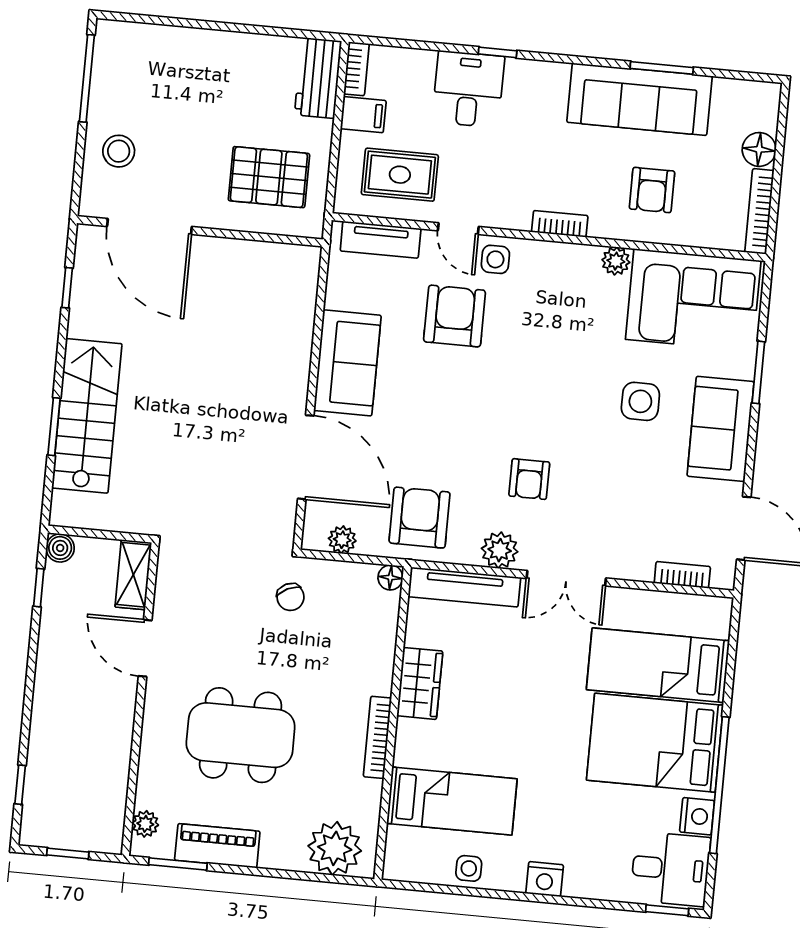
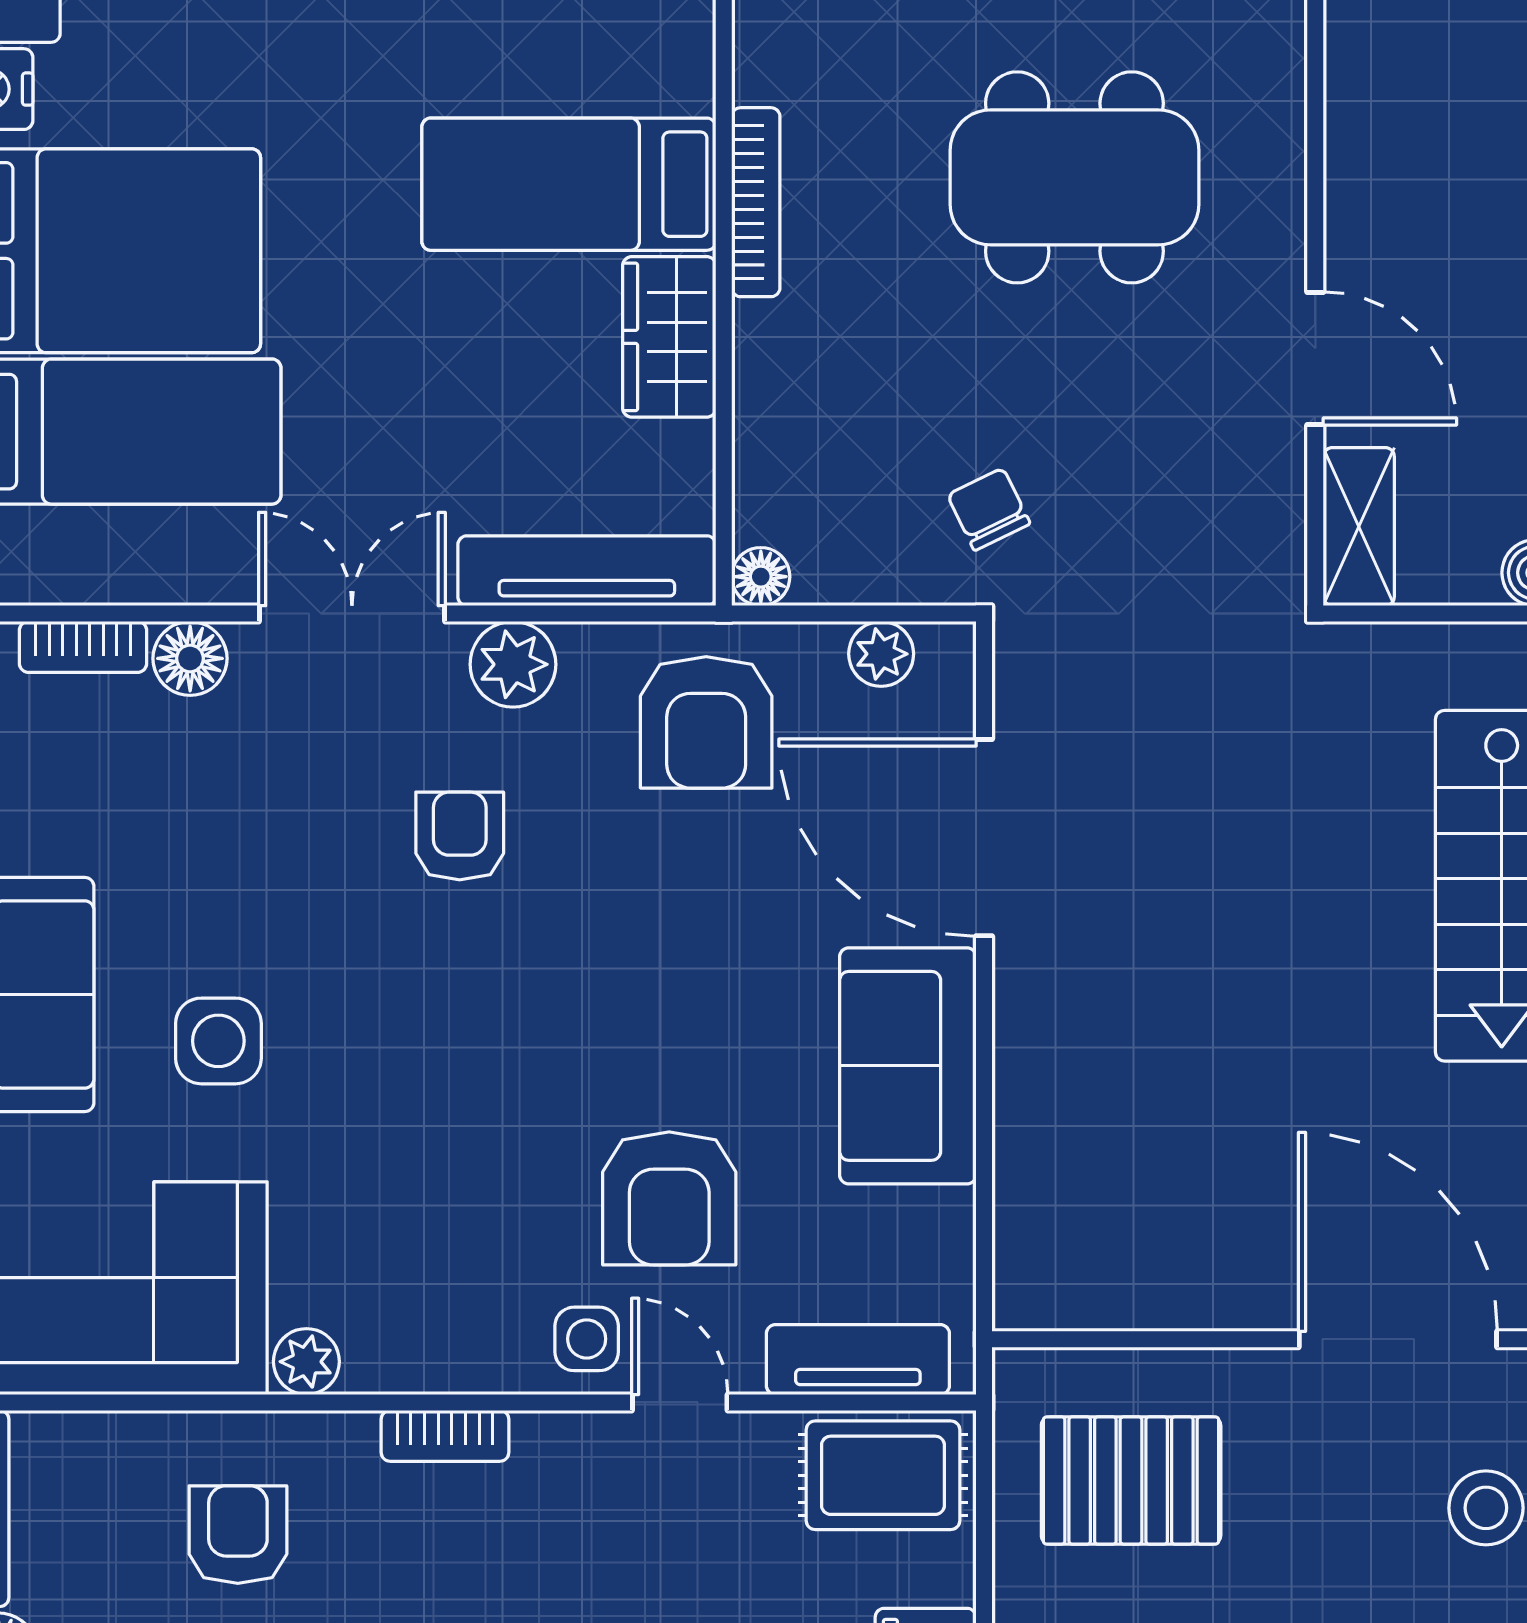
rug: (400, 175) -> (883, 1475), moved
floor lamp: (637, 566) -> (190, 658), added
bed: (452, 801) -> (569, 184), moved

